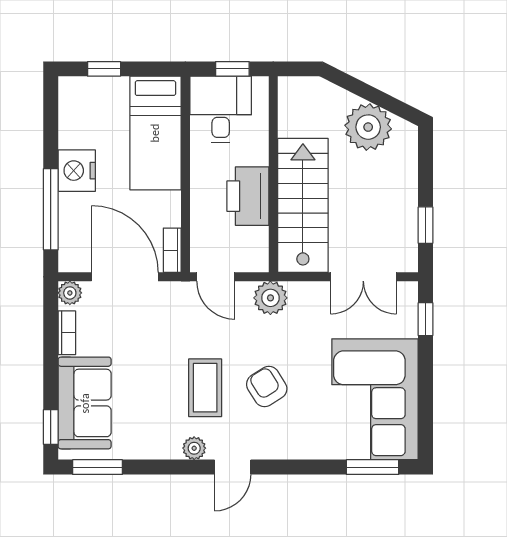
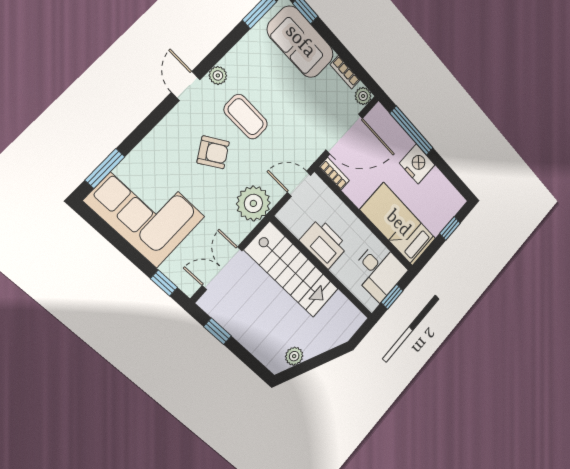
plant: (368, 127) -> (294, 356), width x0.53, depth x0.53
plant: (270, 298) -> (253, 203), width x1.36, depth x1.36

